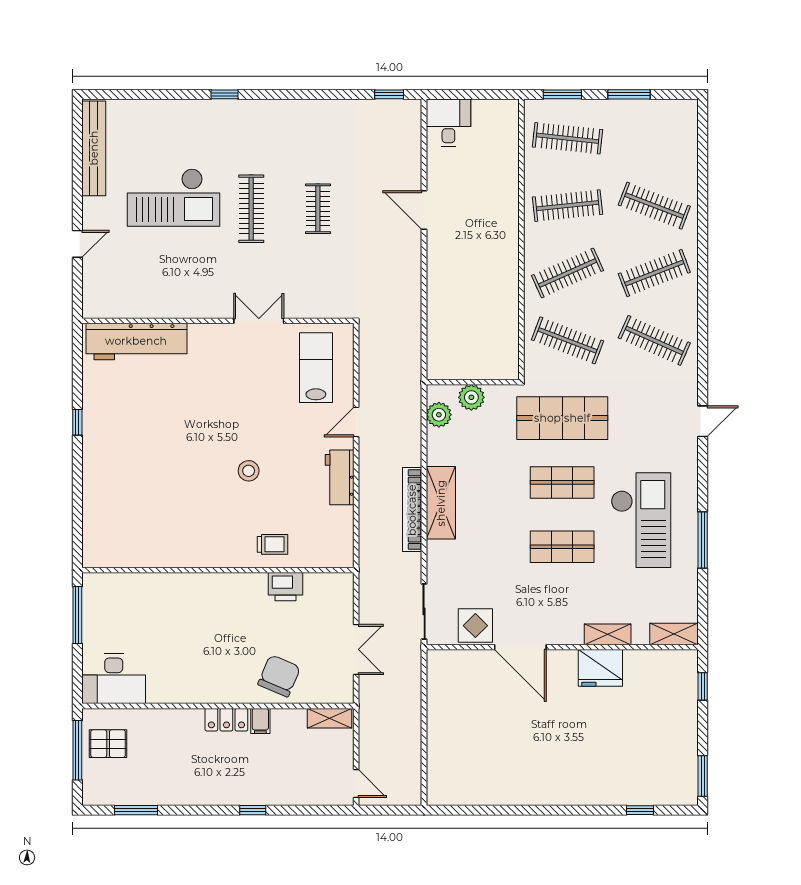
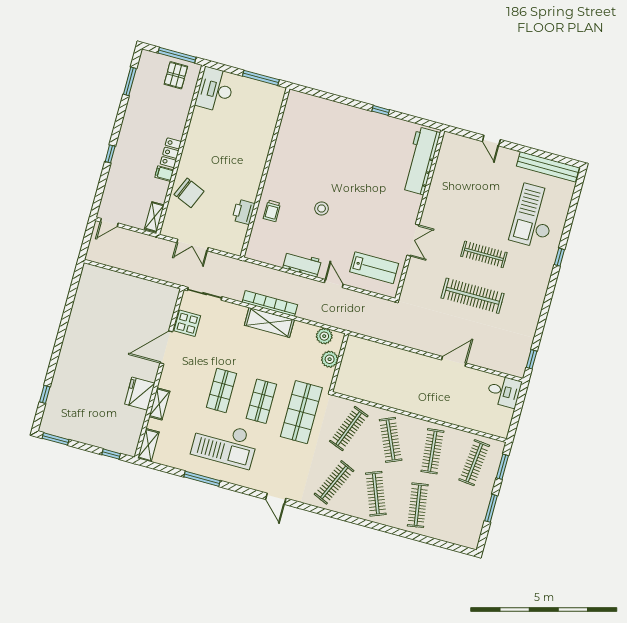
checkout: (173, 197) -> (534, 216), moved
clothes rail: (654, 206) -> (418, 505), turned -30
clothes rail: (318, 209) -> (473, 296), width x1.86, depth x1.31

